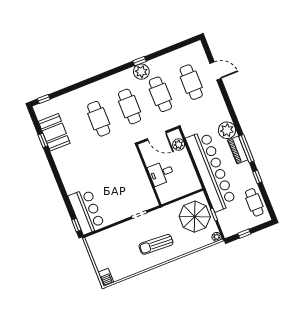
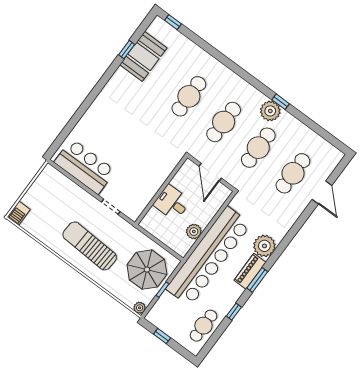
plant: (179, 145) -> (194, 232), moved
window: (246, 149) -> (257, 280), width x0.69
bar counter: (86, 211) -> (85, 166), moved, turned -90
window: (76, 225) -> (56, 145), removed
sun lounger: (156, 244) -> (90, 246), width x1.36, depth x1.34

